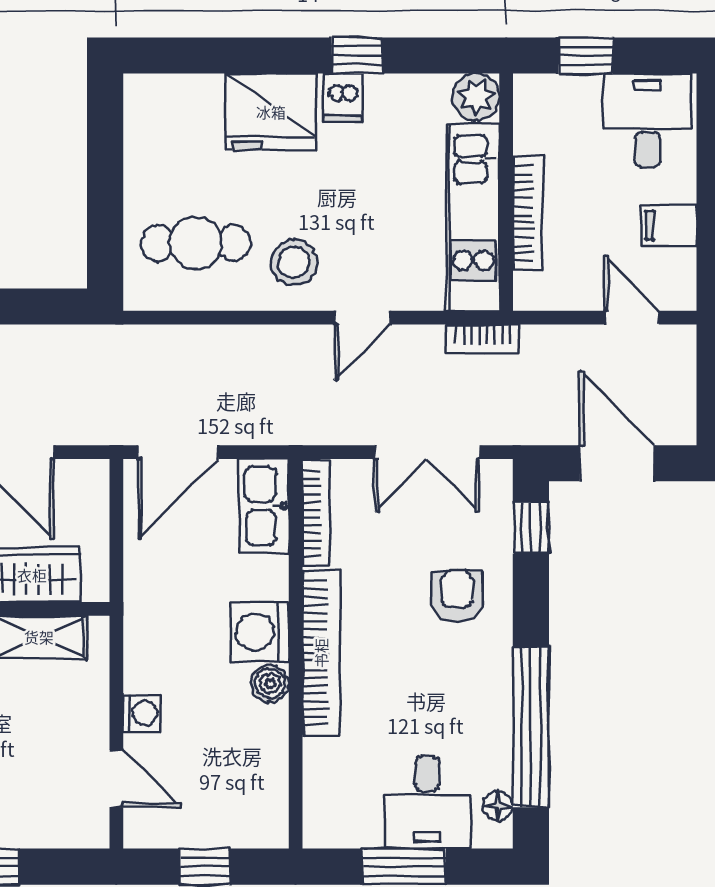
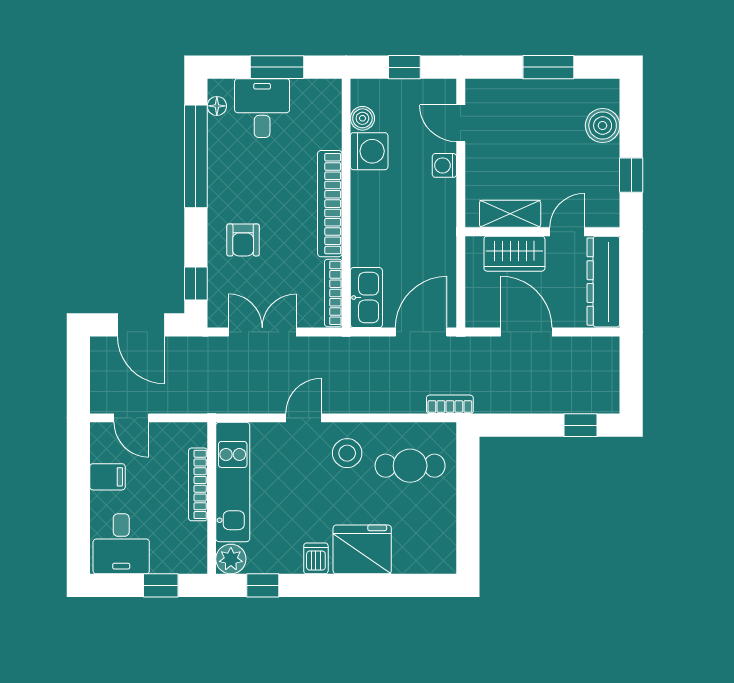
window: (357, 55) -> (263, 585), moved
bookcase: (483, 339) -> (450, 404), moved
washing machine: (260, 632) -> (369, 151), moved
boiler: (270, 683) -> (362, 118), moved

